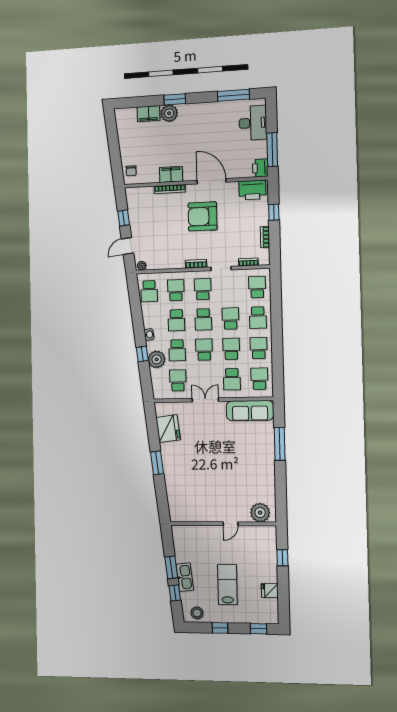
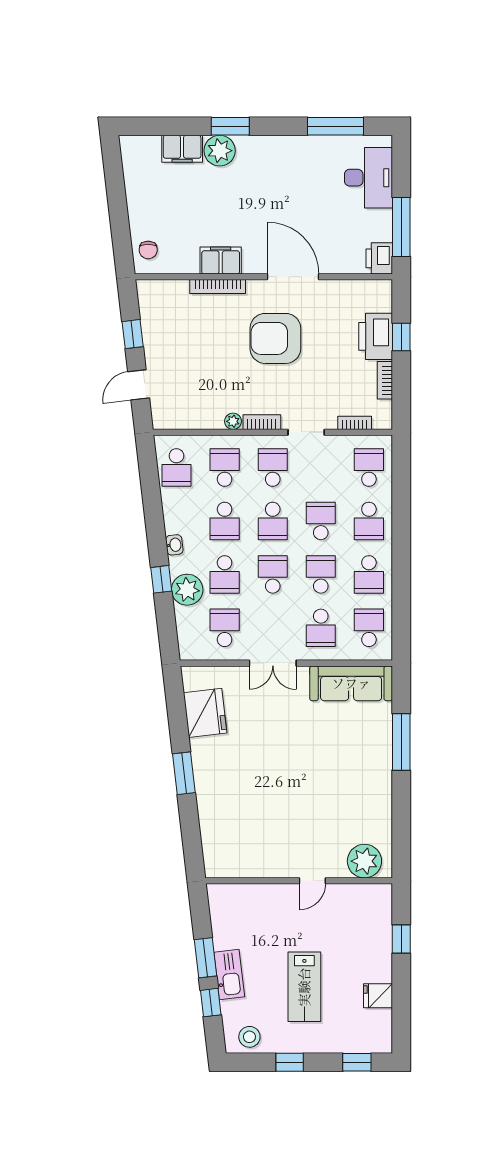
printer: (252, 190) -> (376, 336), moved, turned 90
plant: (142, 266) -> (233, 421), moved
school desk: (259, 348) -> (369, 574), turned 180
double door: (205, 400) -> (273, 663), swing flipped
lab bench: (227, 585) -> (304, 987), turned 180

